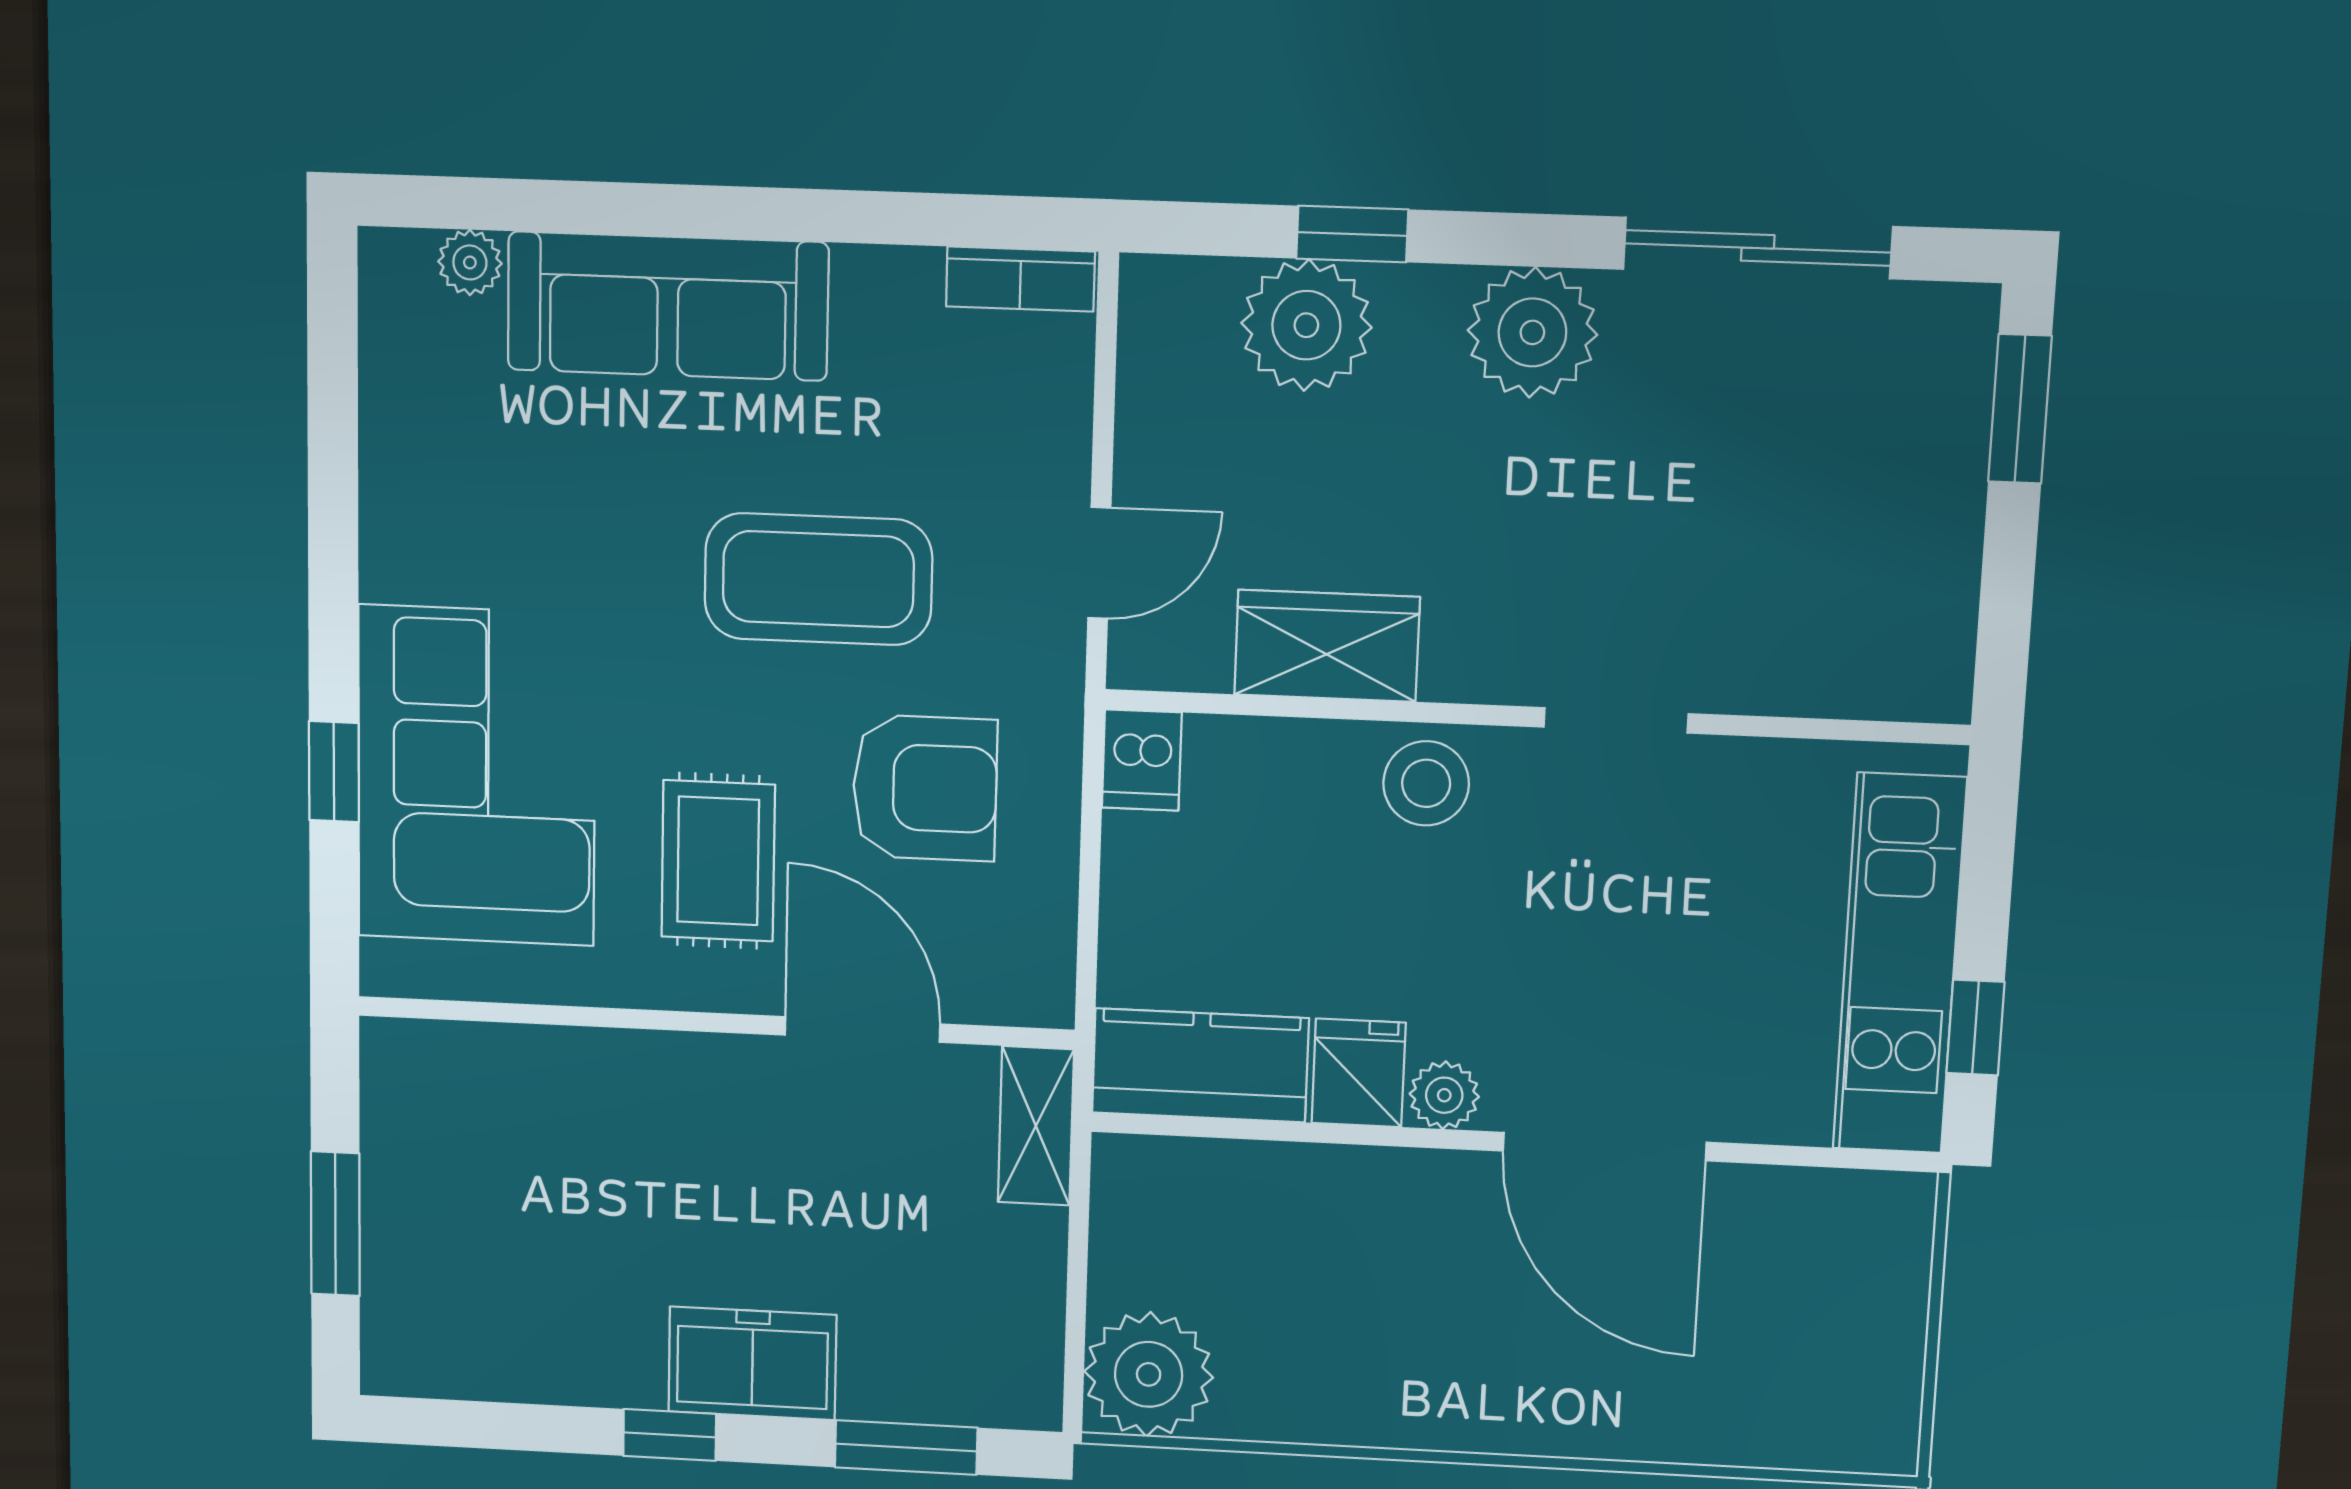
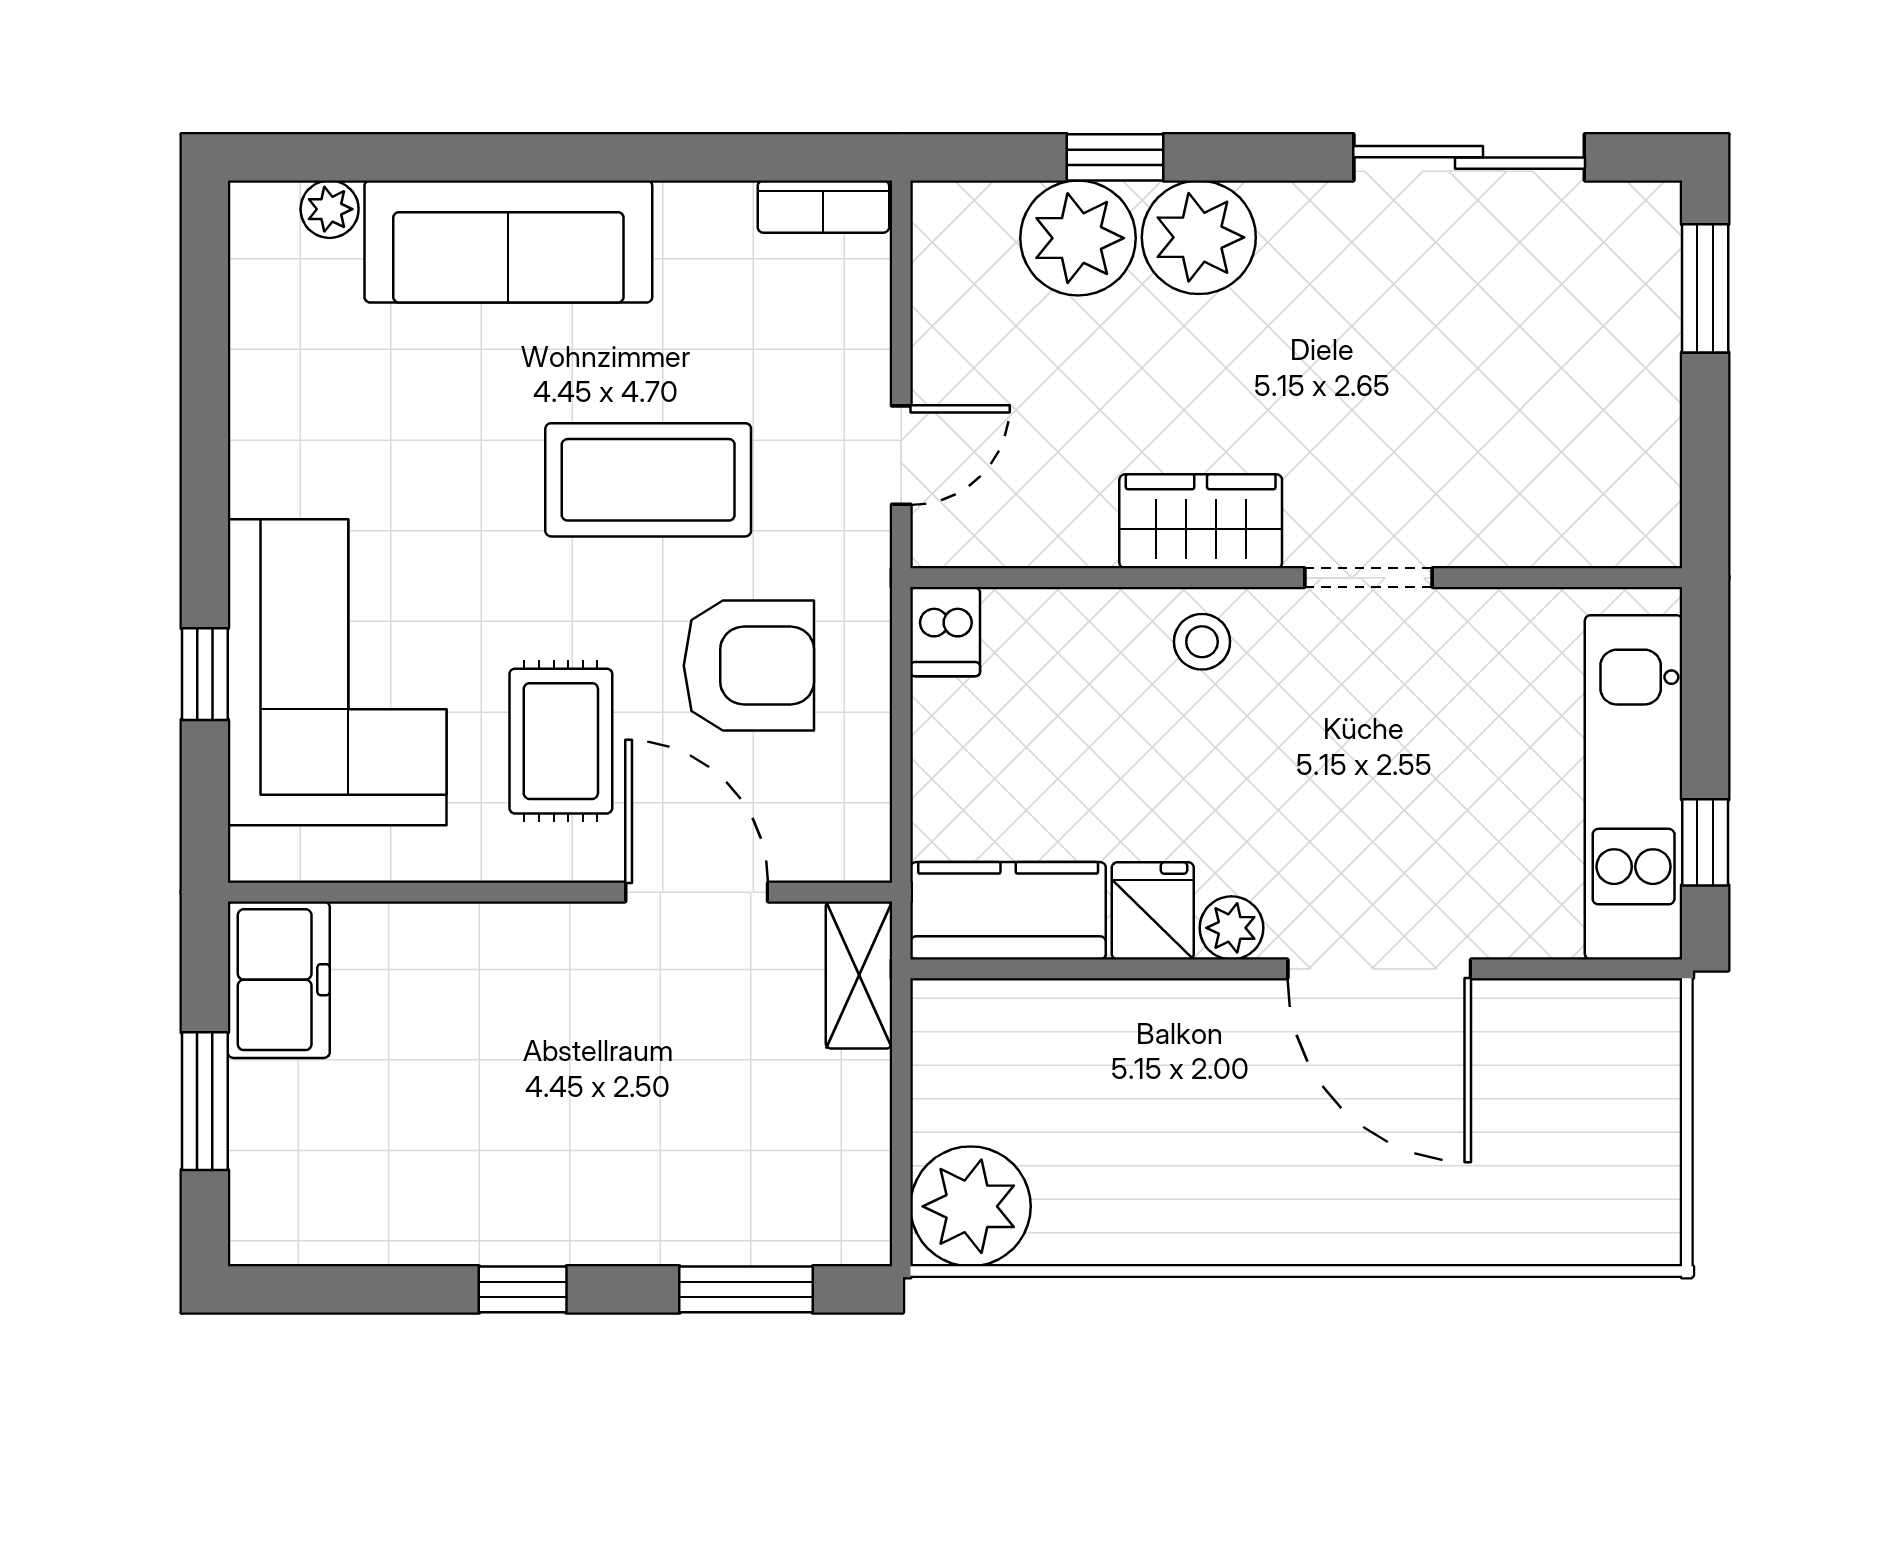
plant: (1532, 332) -> (1199, 237), moved
wardrobe: (1327, 646) -> (1201, 521), moved
stool: (1426, 783) -> (1202, 642), width x0.73, depth x0.73
freezer: (752, 1363) -> (279, 980), moved, turned 90

